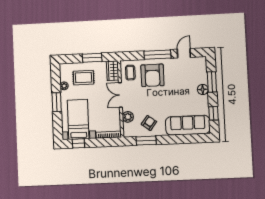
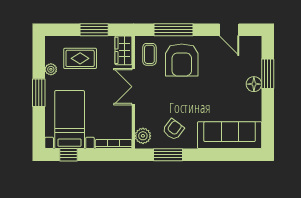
door: (184, 53) -> (229, 30), swing flipped
window: (157, 55) -> (174, 30), moved
window: (213, 113) -> (268, 119), removed
plant: (128, 117) -> (143, 136), moved

